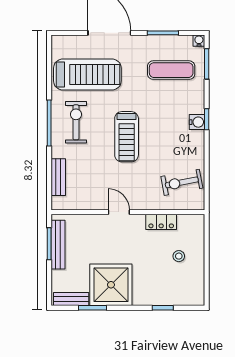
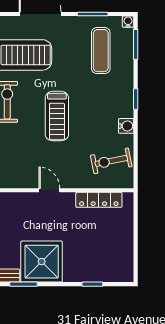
exercise mat: (171, 70) -> (101, 51), turned 90
water cooler: (197, 122) -> (126, 126), moved
locker: (161, 222) -> (99, 200), width x1.53
stool: (179, 256) -> (108, 233), removed

